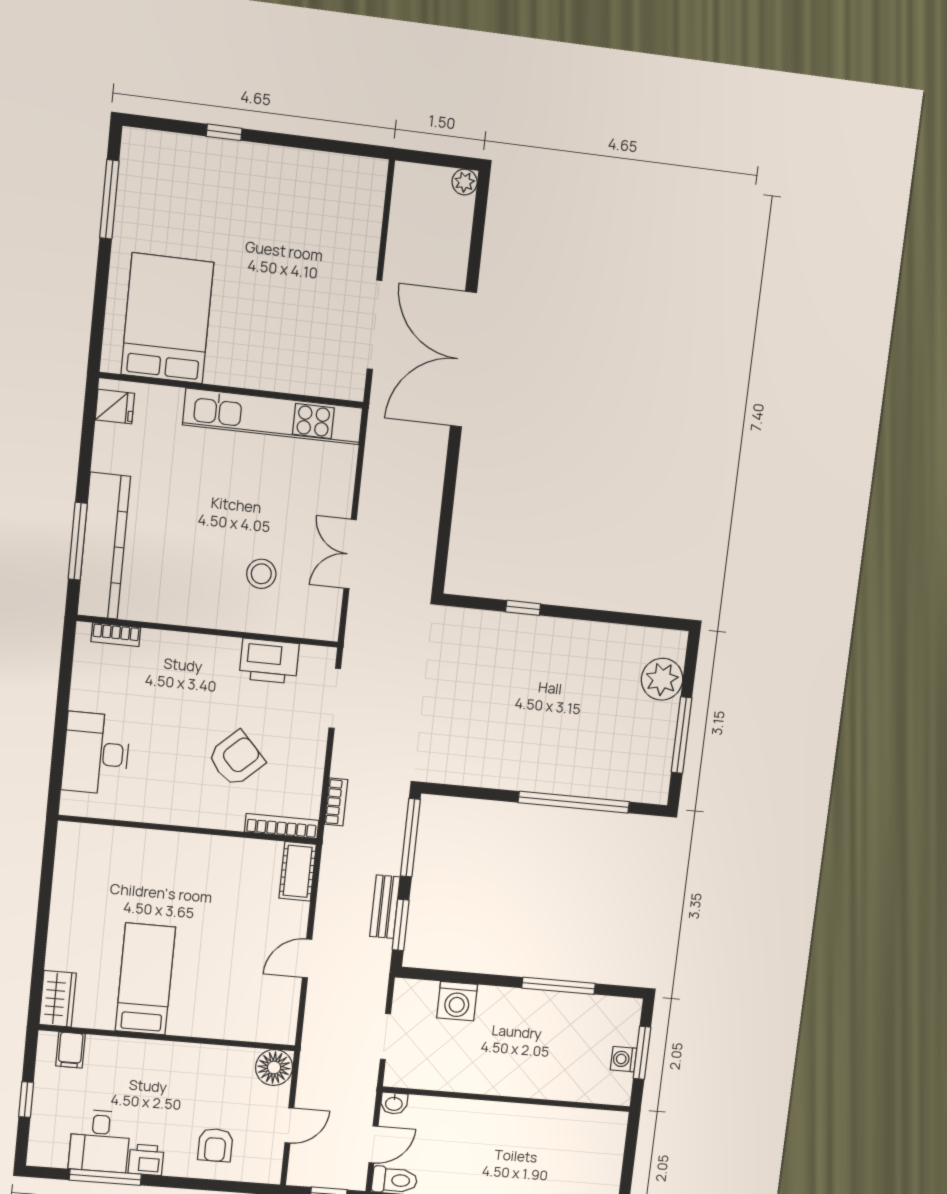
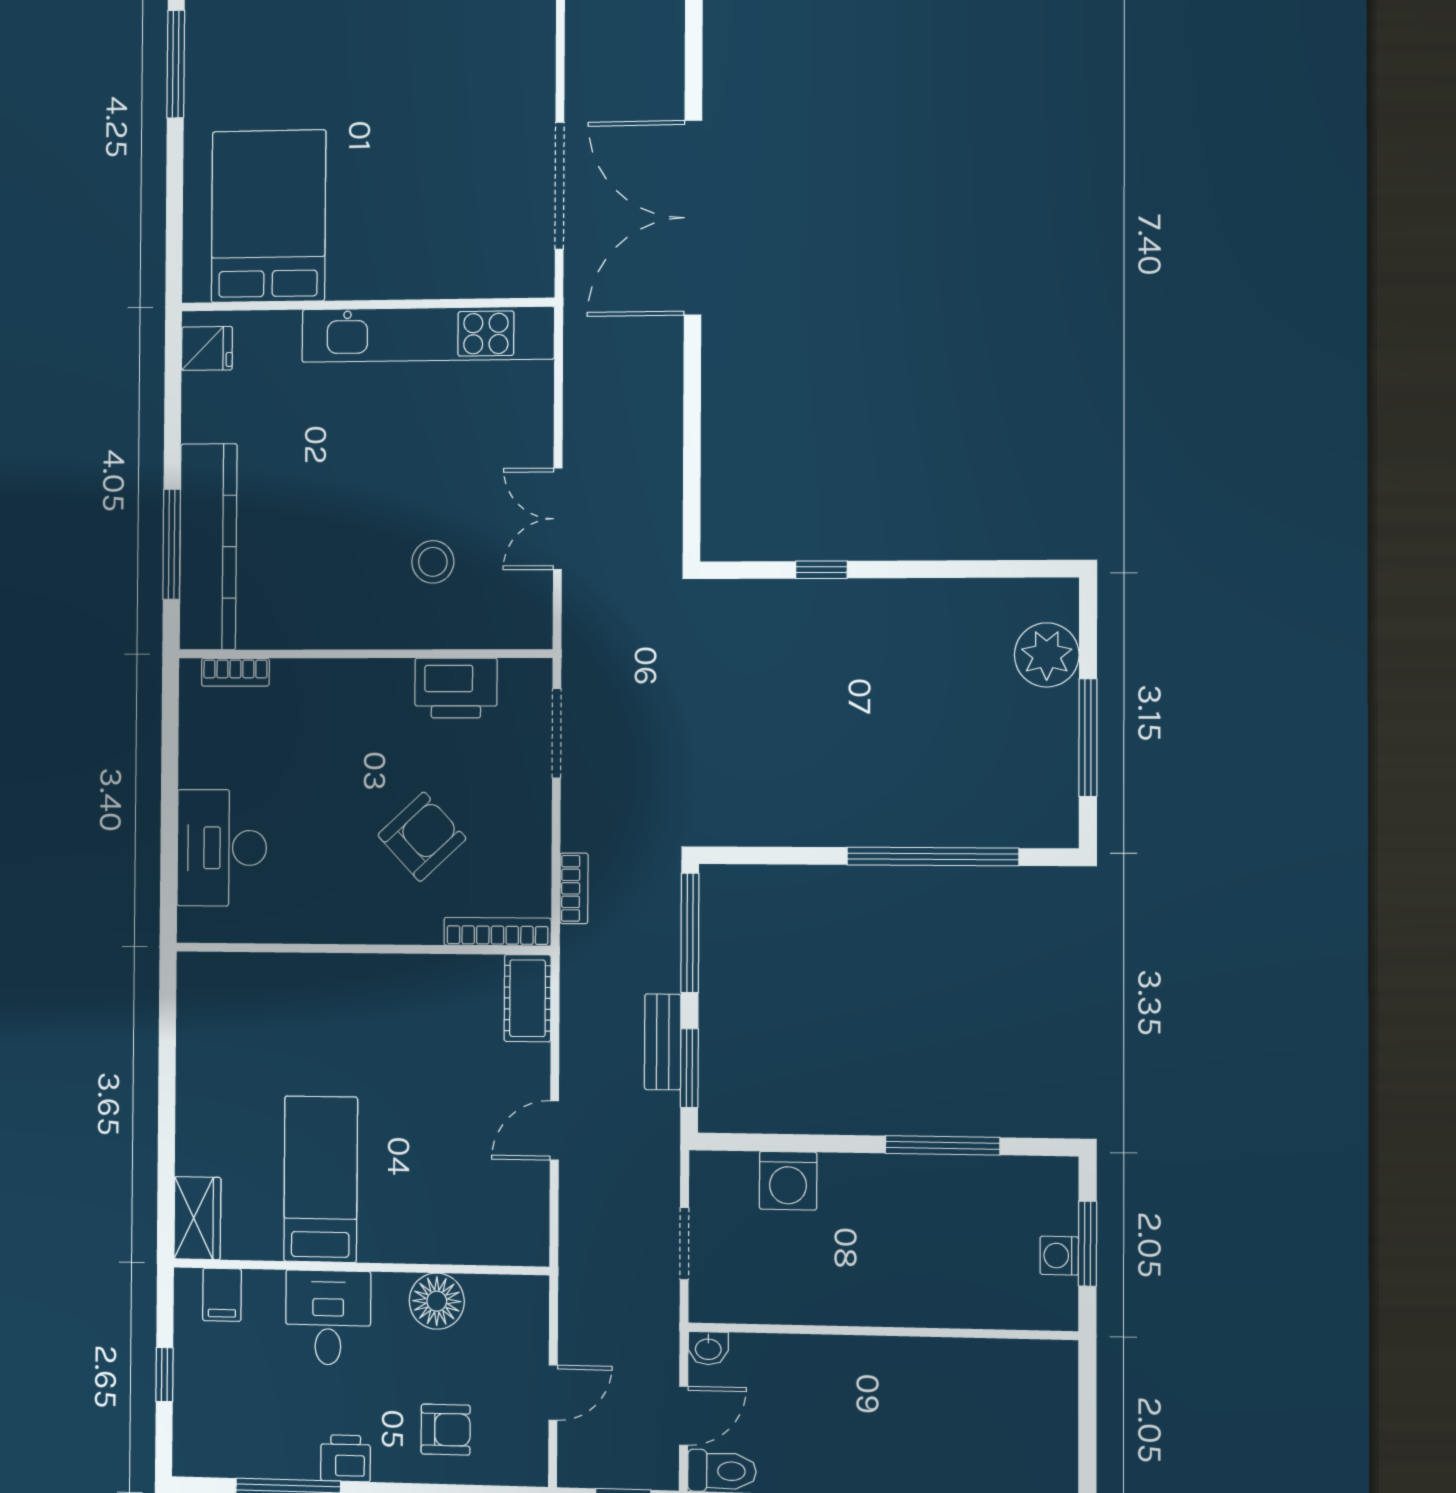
floor lamp: (274, 1068) -> (437, 1301), moved
desk: (100, 1141) -> (328, 1318), moved, turned 180
armchair: (215, 1145) -> (446, 1430), turned -90

